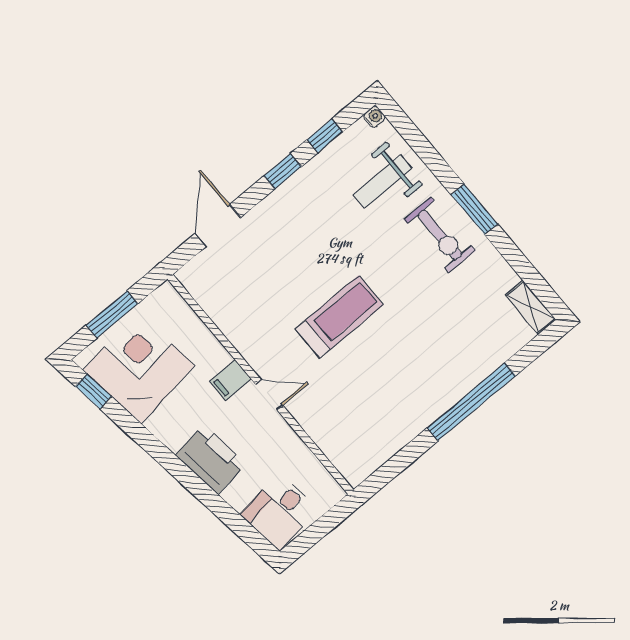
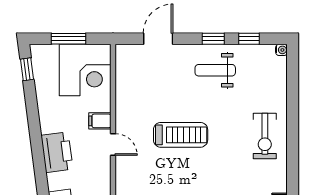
weight bench: (383, 181) -> (215, 70), moved
window: (474, 209) -> (293, 138), removed
corner desk: (139, 368) -> (85, 70), moved, turned 97

